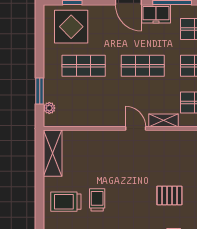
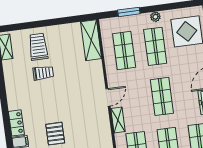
shop shelf: (84, 102) -> (124, 51), added
plant: (49, 108) -> (155, 17), moved
shelving: (53, 153) -> (91, 40), moved, turned 90

